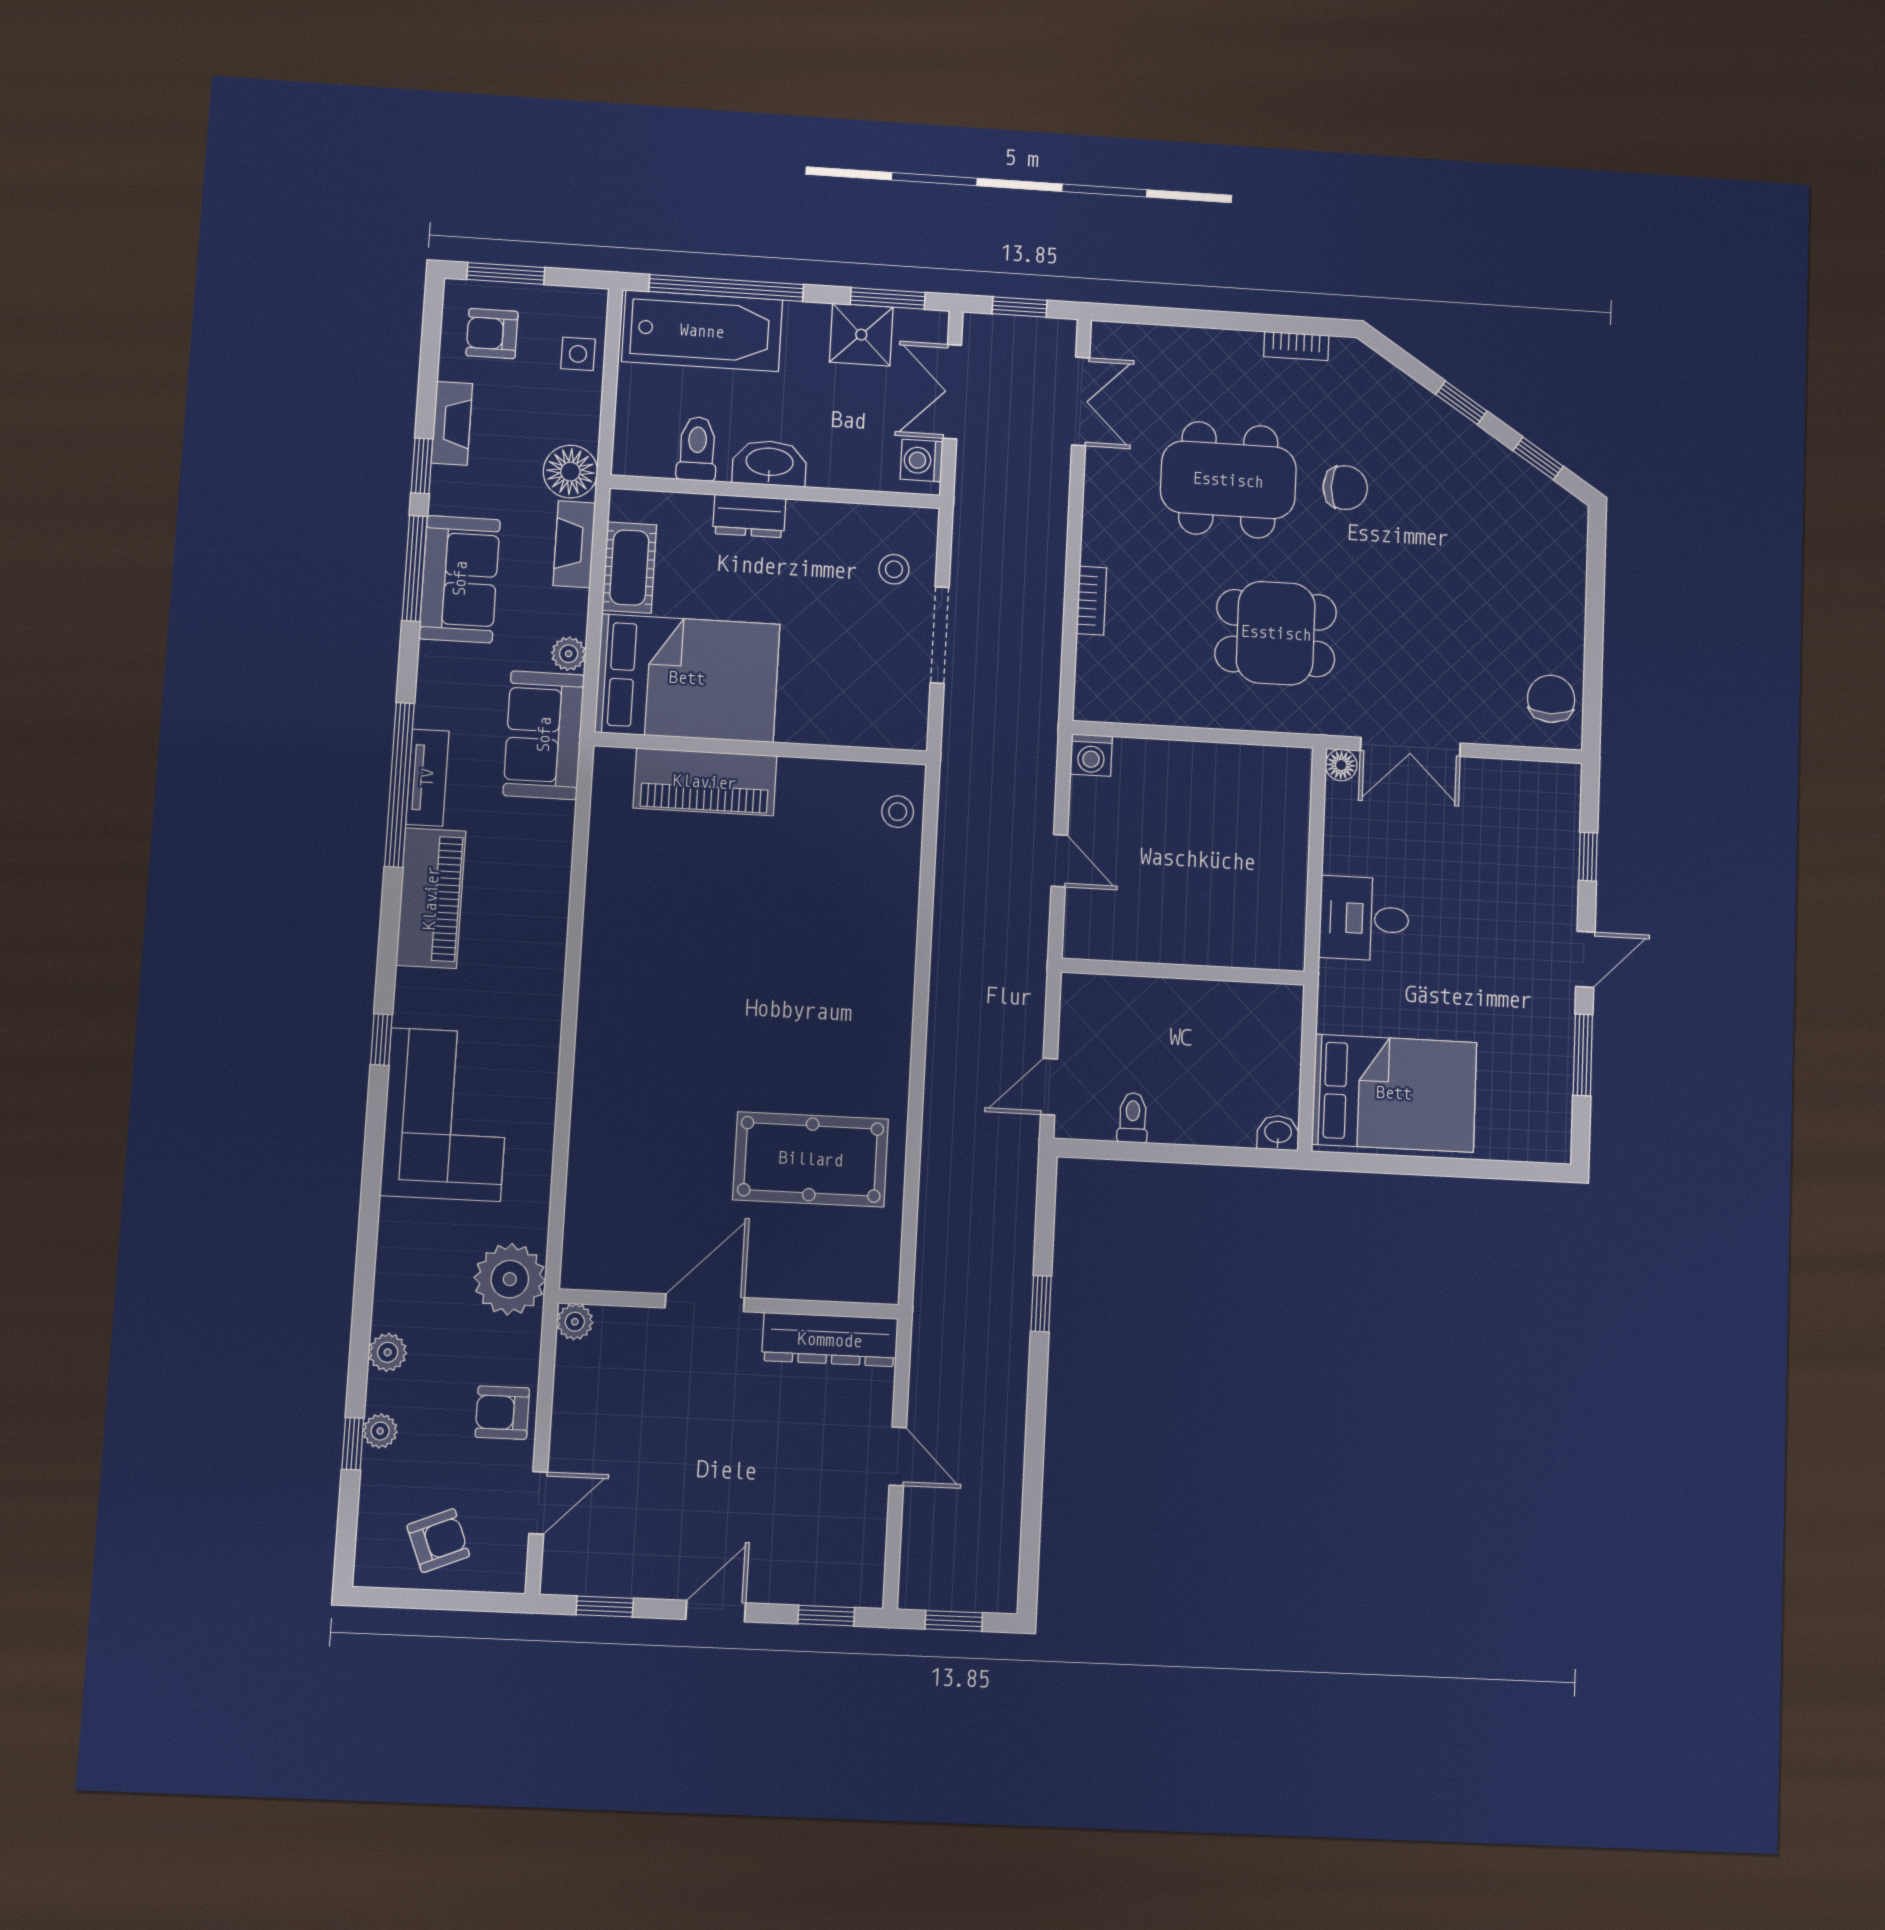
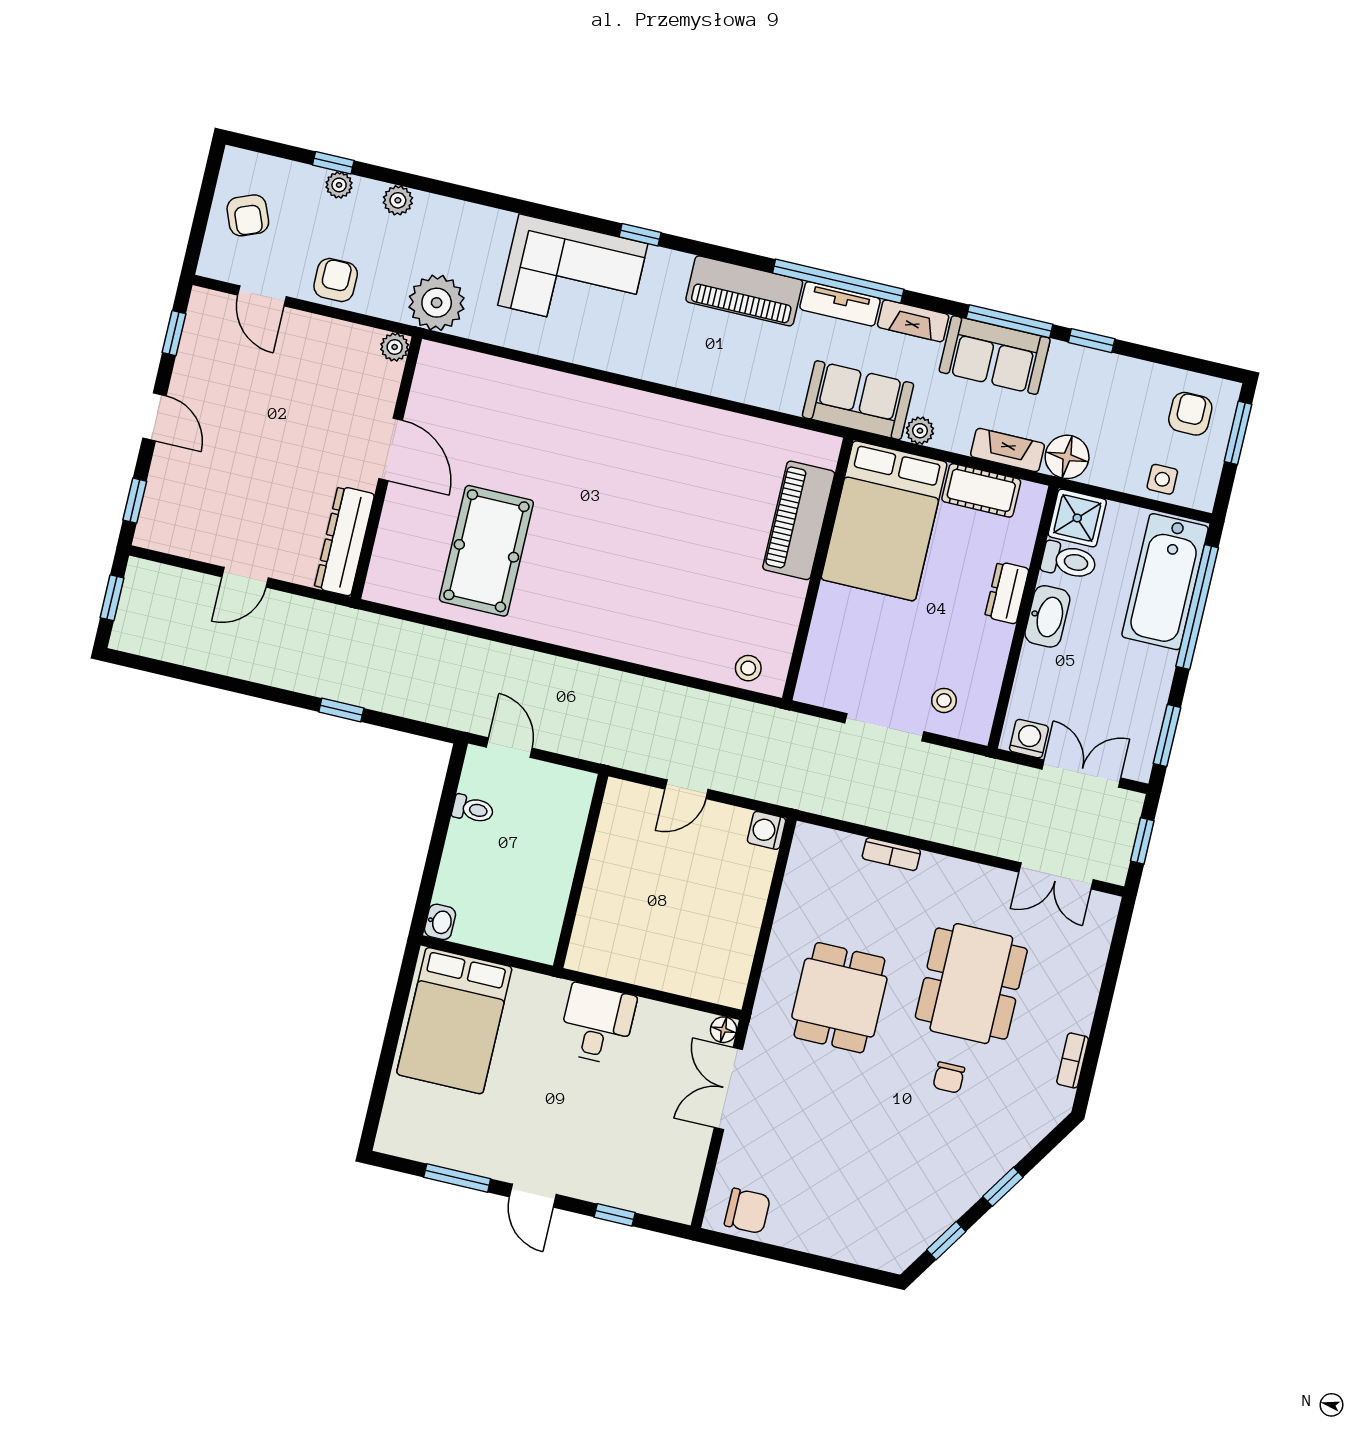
shower: (861, 335) -> (1077, 518), moved
fireplace: (452, 423) -> (913, 321), moved
chair: (1345, 488) -> (949, 1078), width x0.73, depth x0.73

